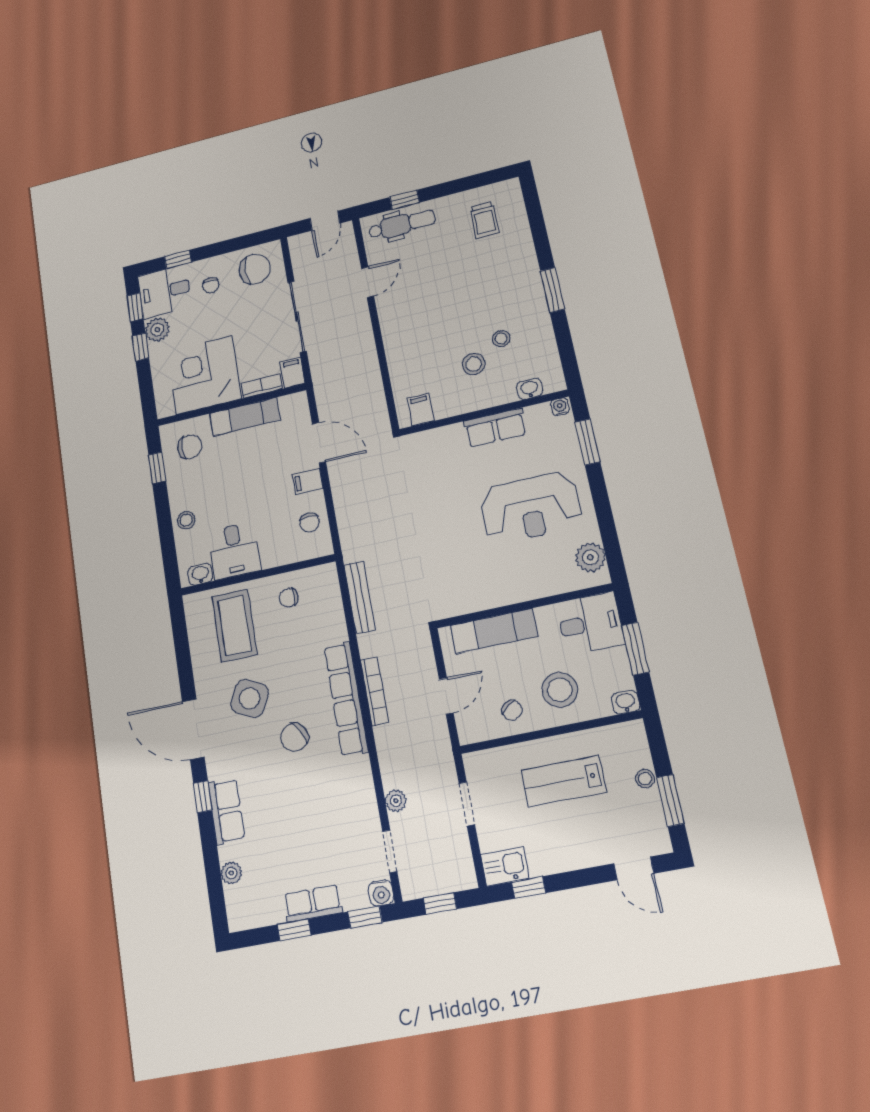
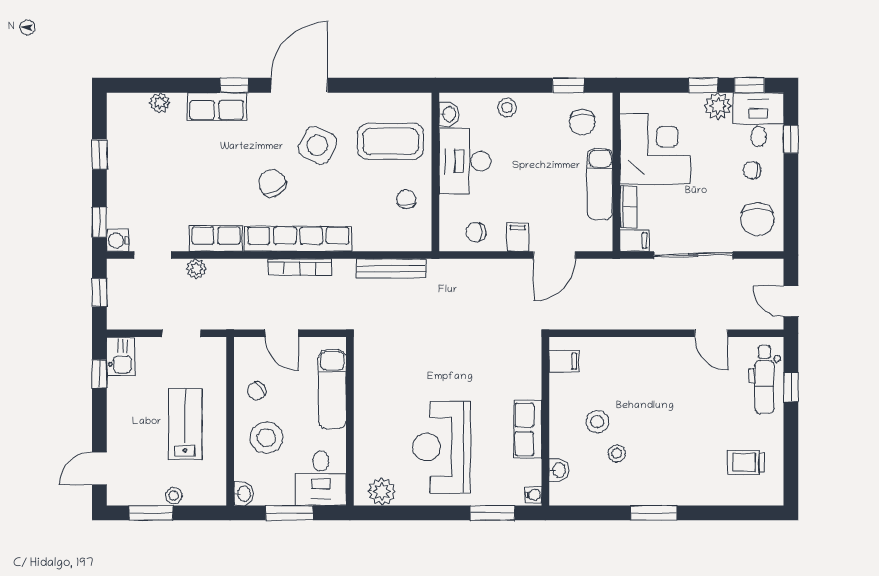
desk: (234, 551) -> (465, 161), width x1.37
row of seats: (313, 903) -> (216, 239), moved, turned -90

